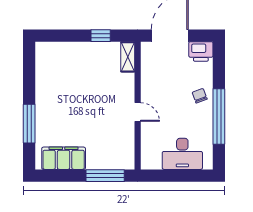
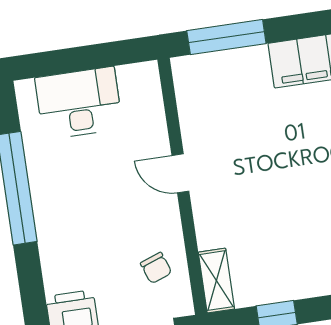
chair: (200, 96) -> (156, 268), moved

